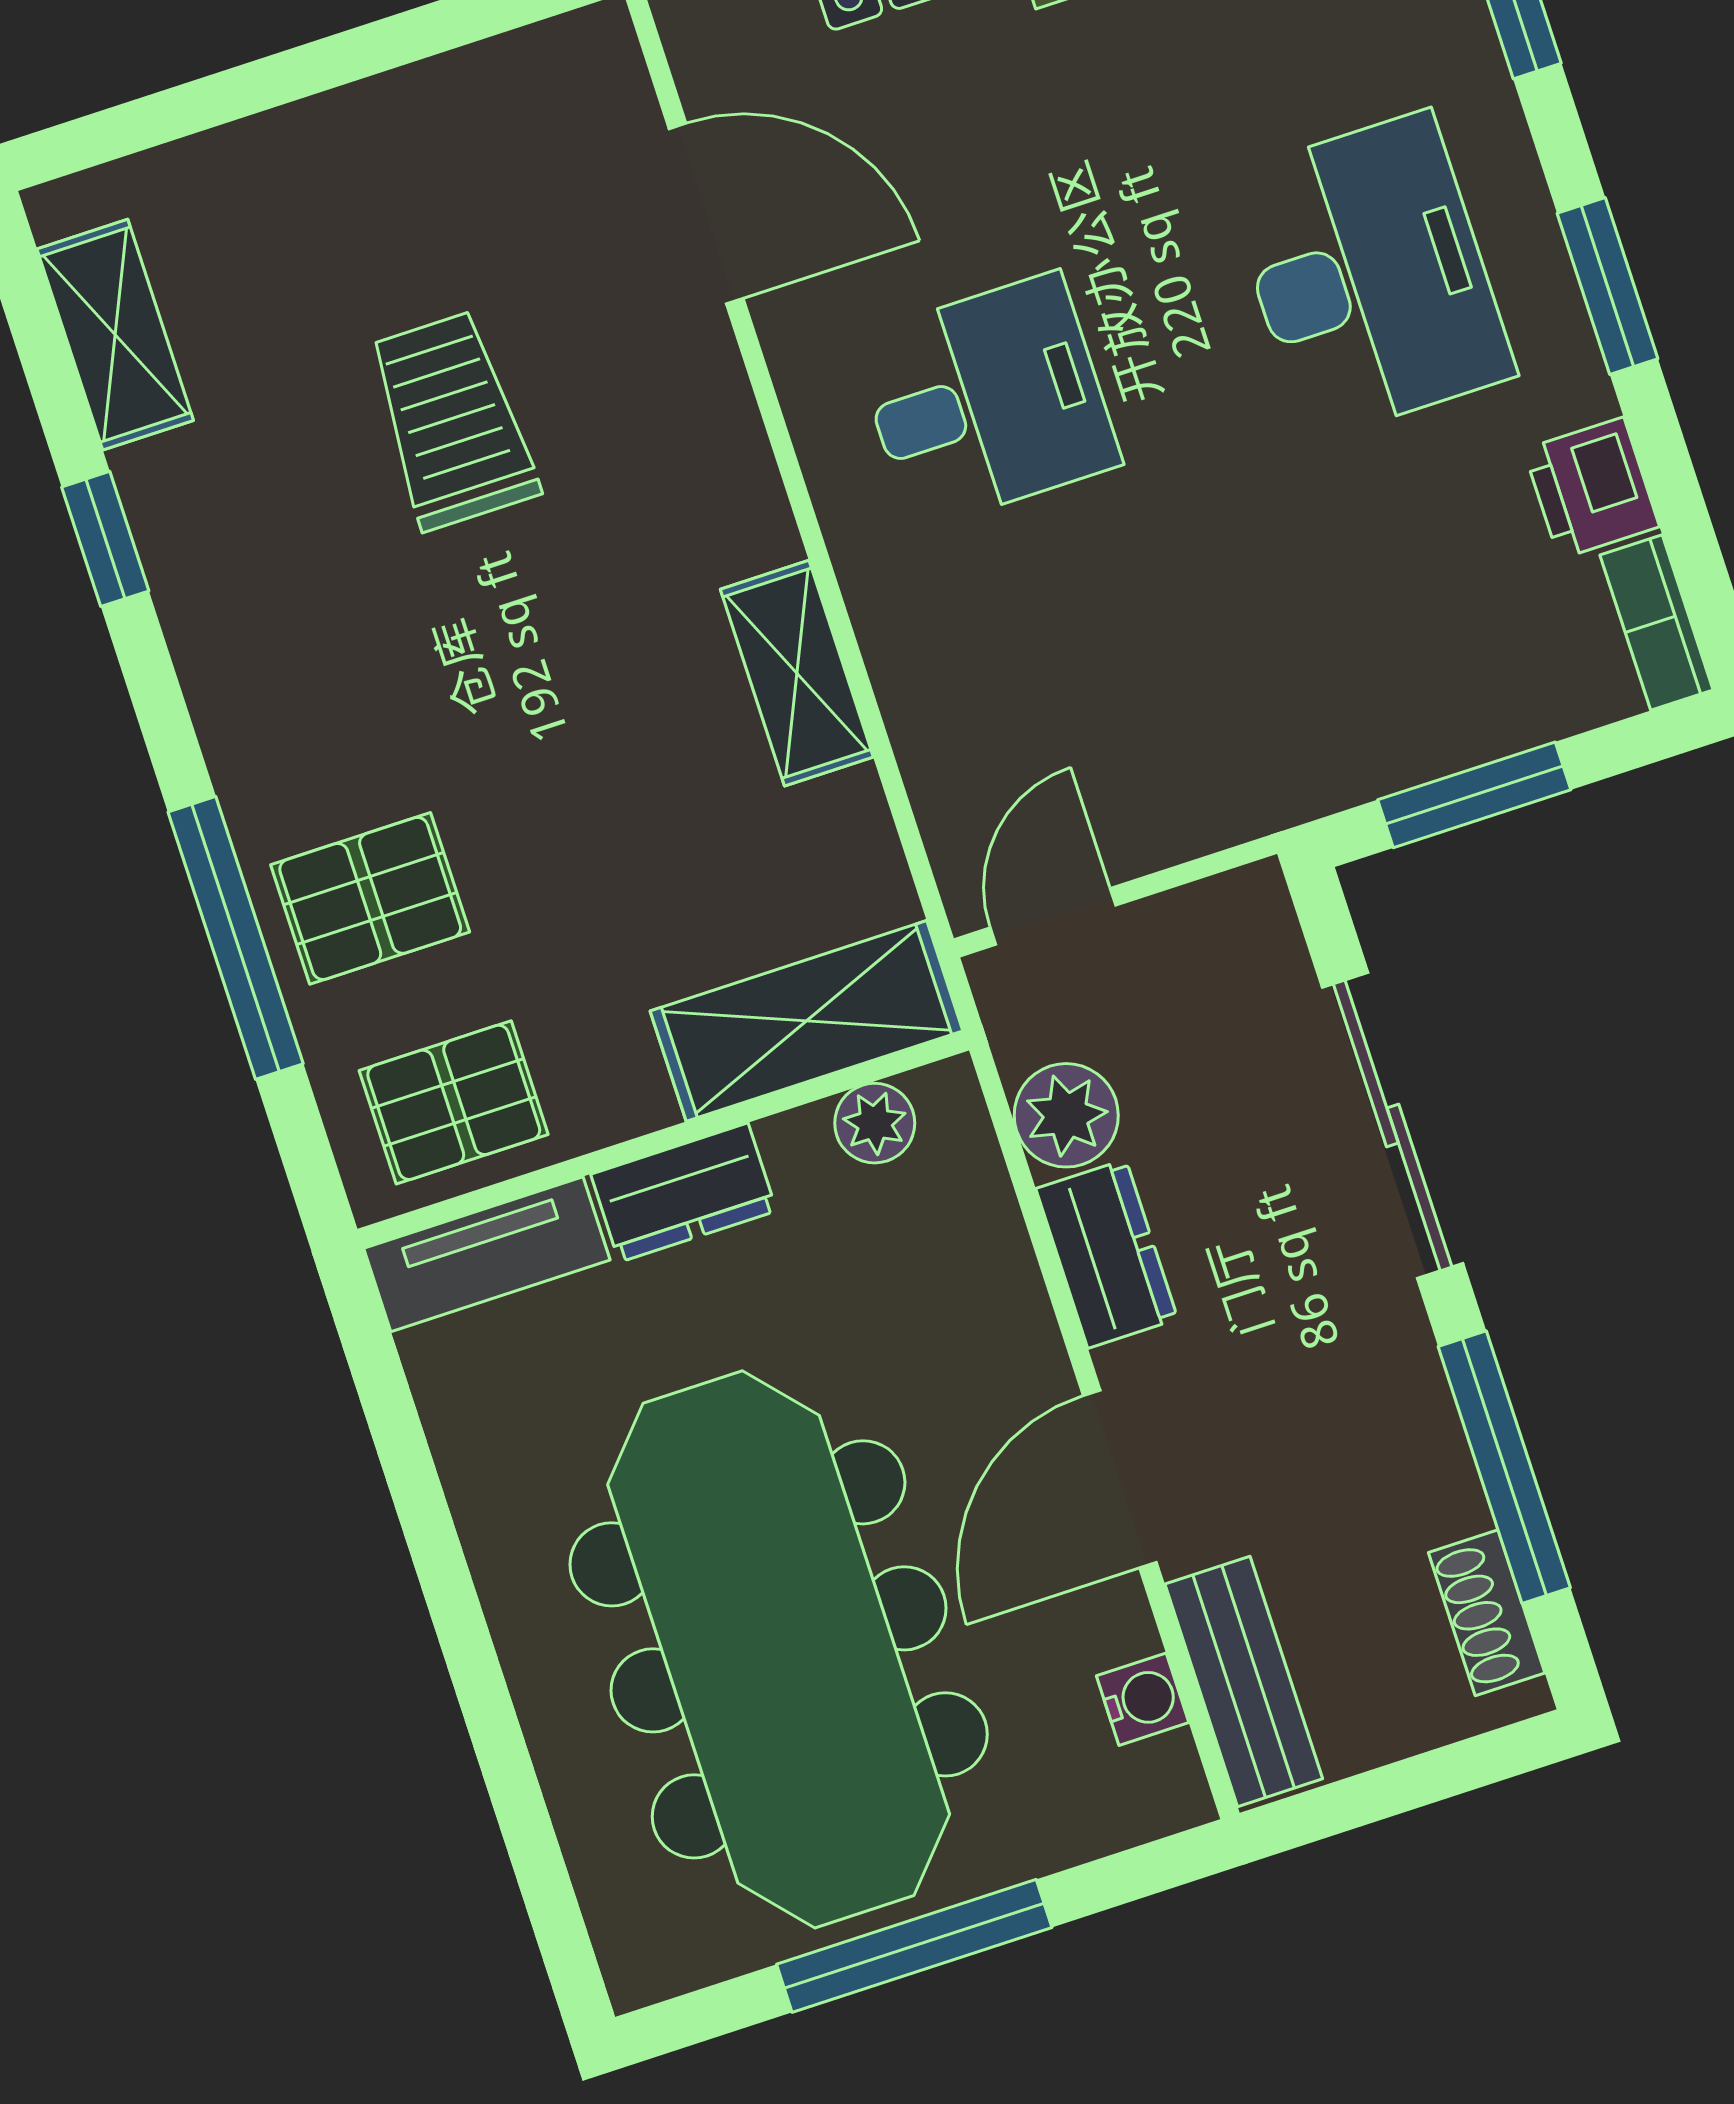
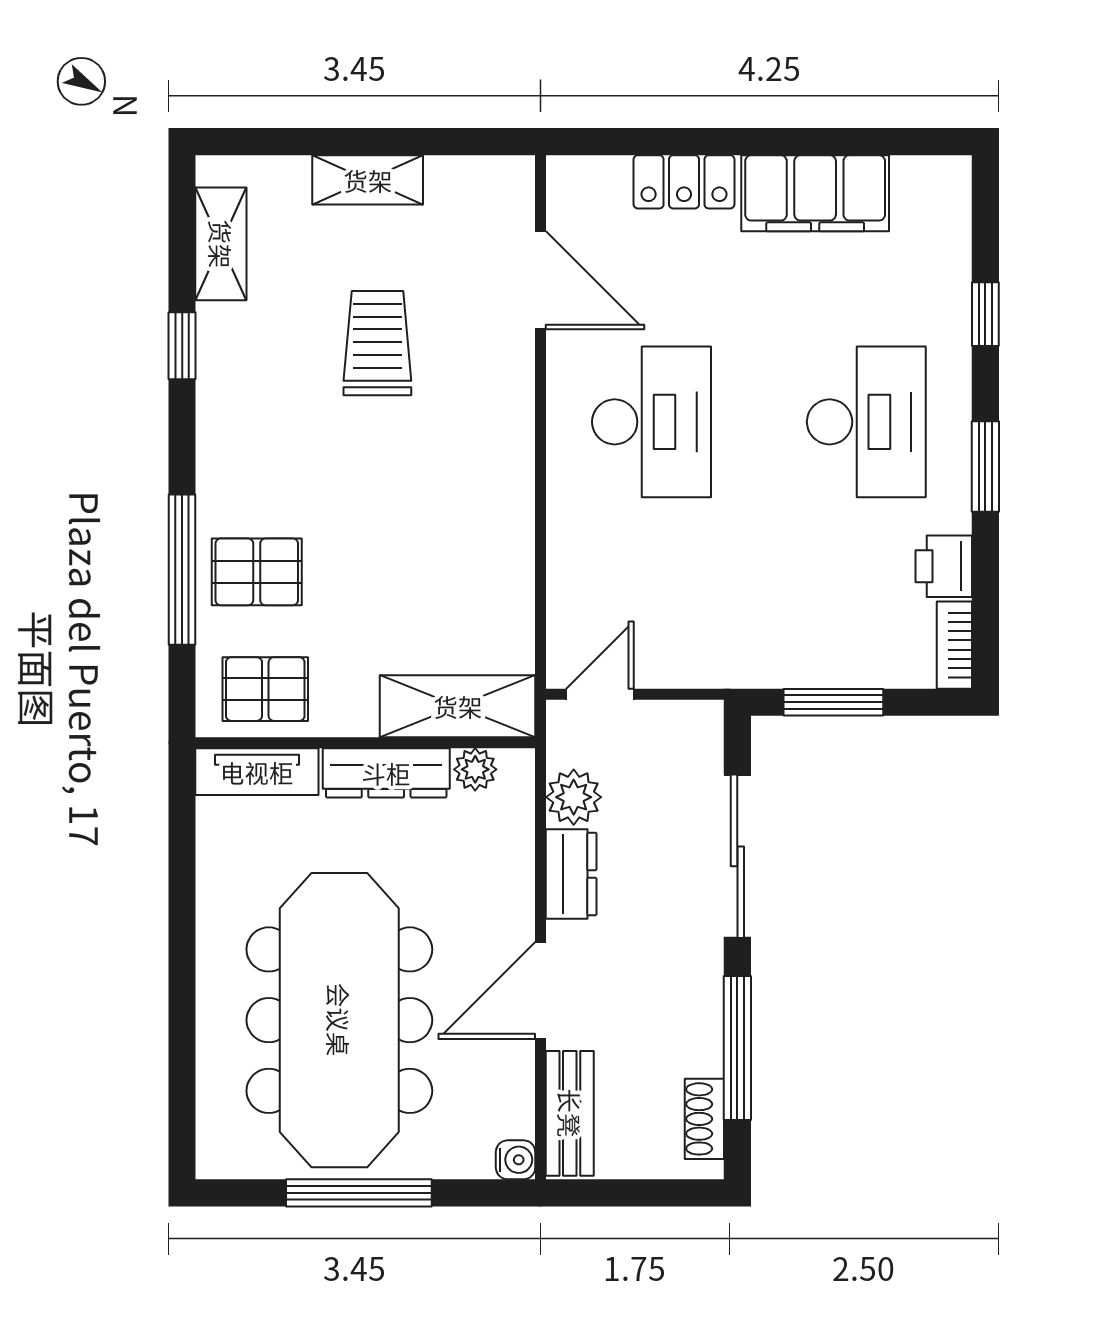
desk: (986, 401) -> (651, 422), width x1.37
shelving: (797, 673) -> (368, 180), moved, turned 90
dresser: (684, 1193) -> (386, 773), width x1.44
water cooler: (1143, 1699) -> (516, 1160), moved

